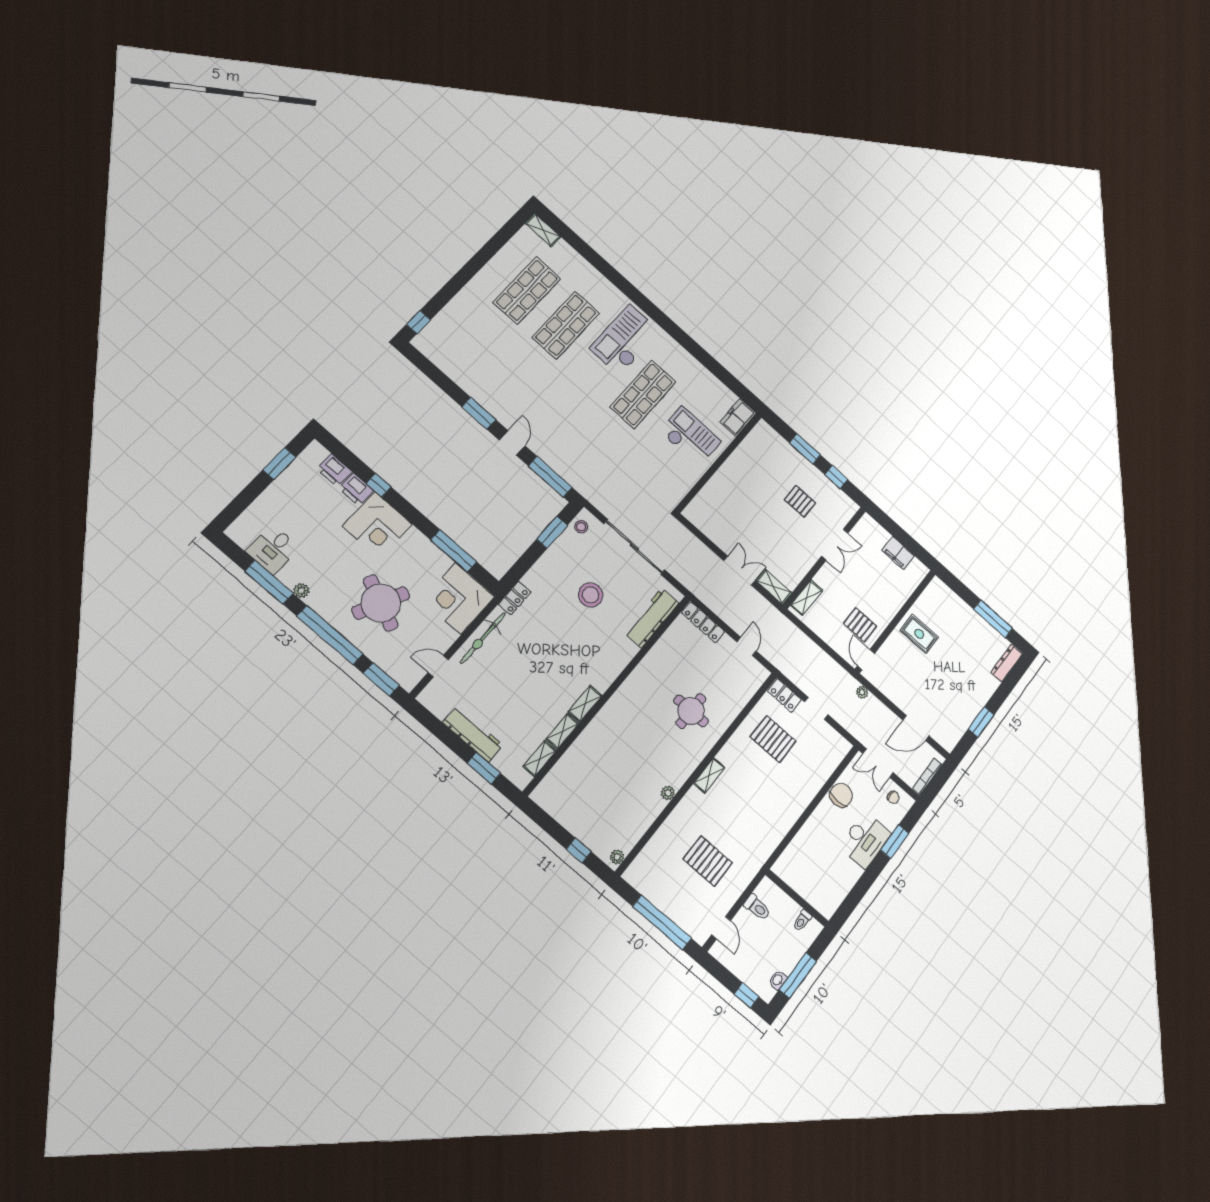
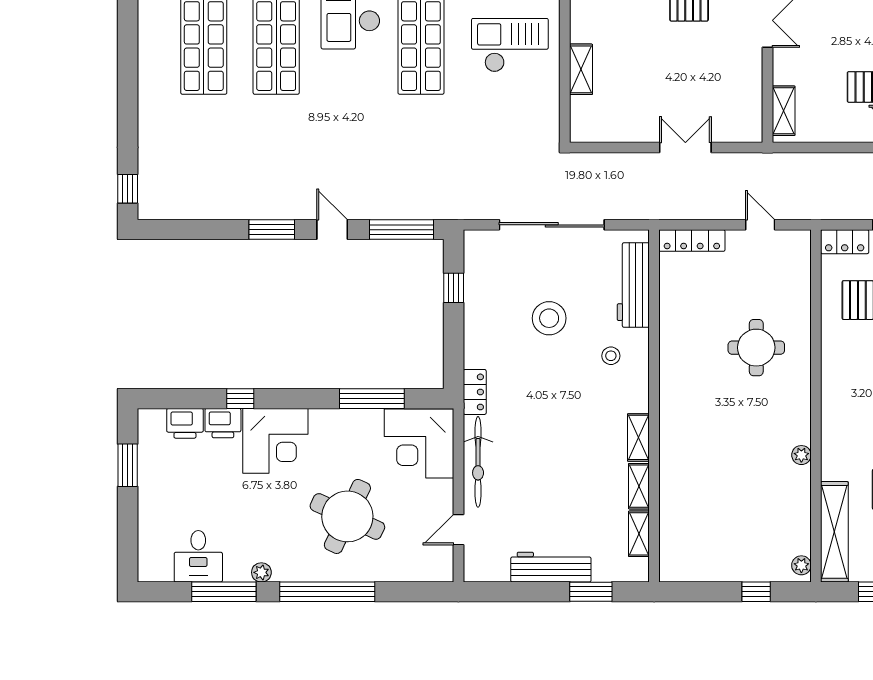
stool: (581, 527) -> (611, 356), moved
window: (552, 532) -> (454, 288), width x0.67
shelving: (774, 587) -> (581, 69), moved, turned 90
window: (381, 679) -> (415, 592), removed
shelving: (709, 775) -> (834, 532), moved, width x2.20, depth x1.33

